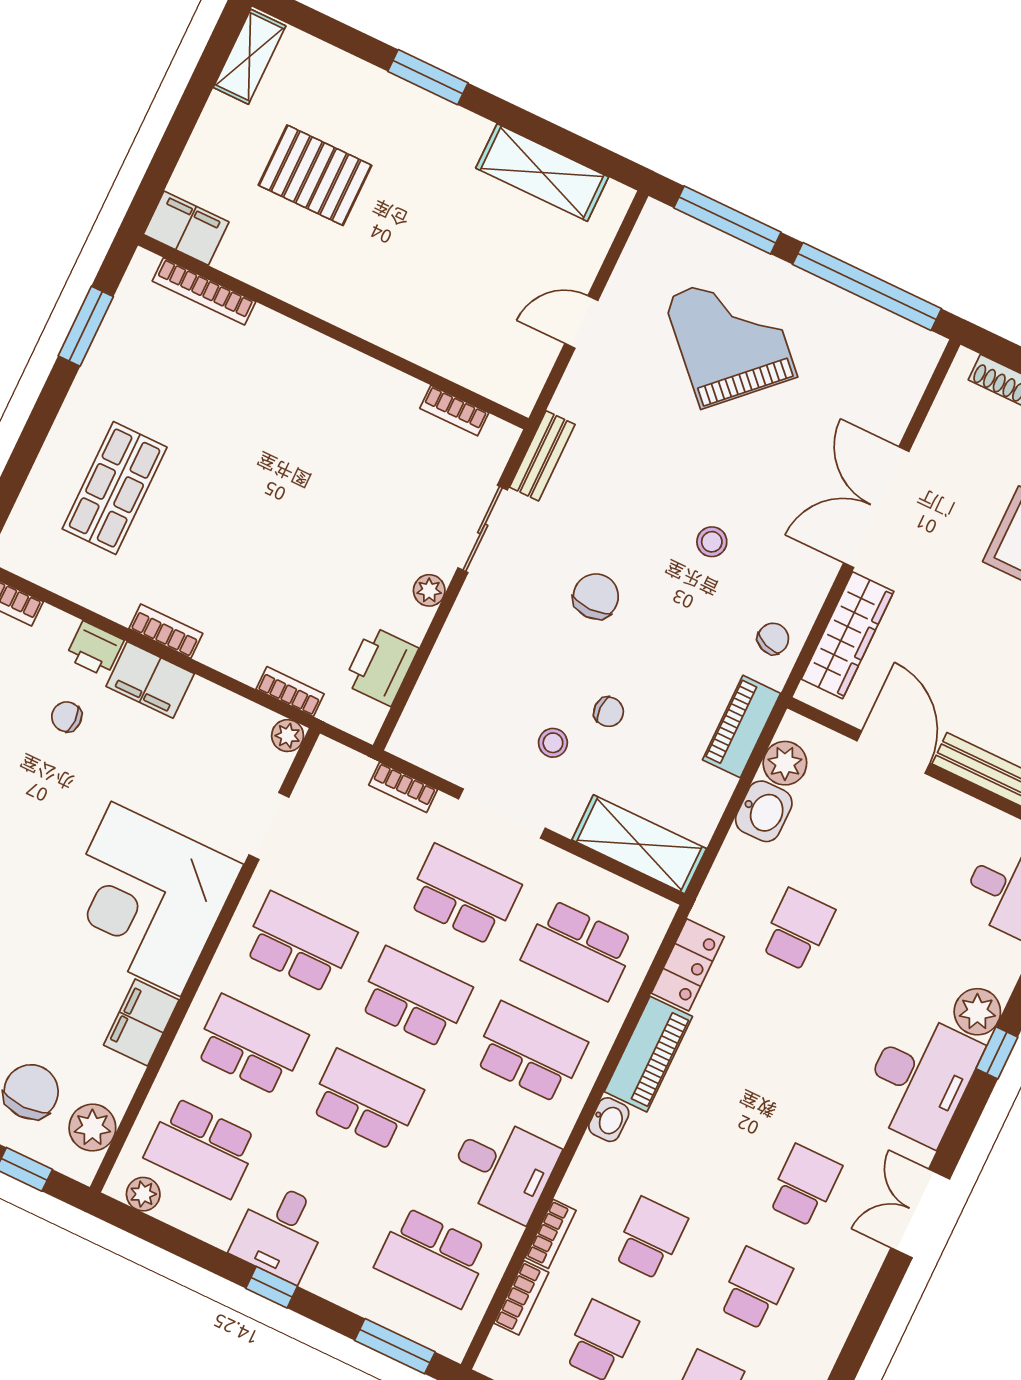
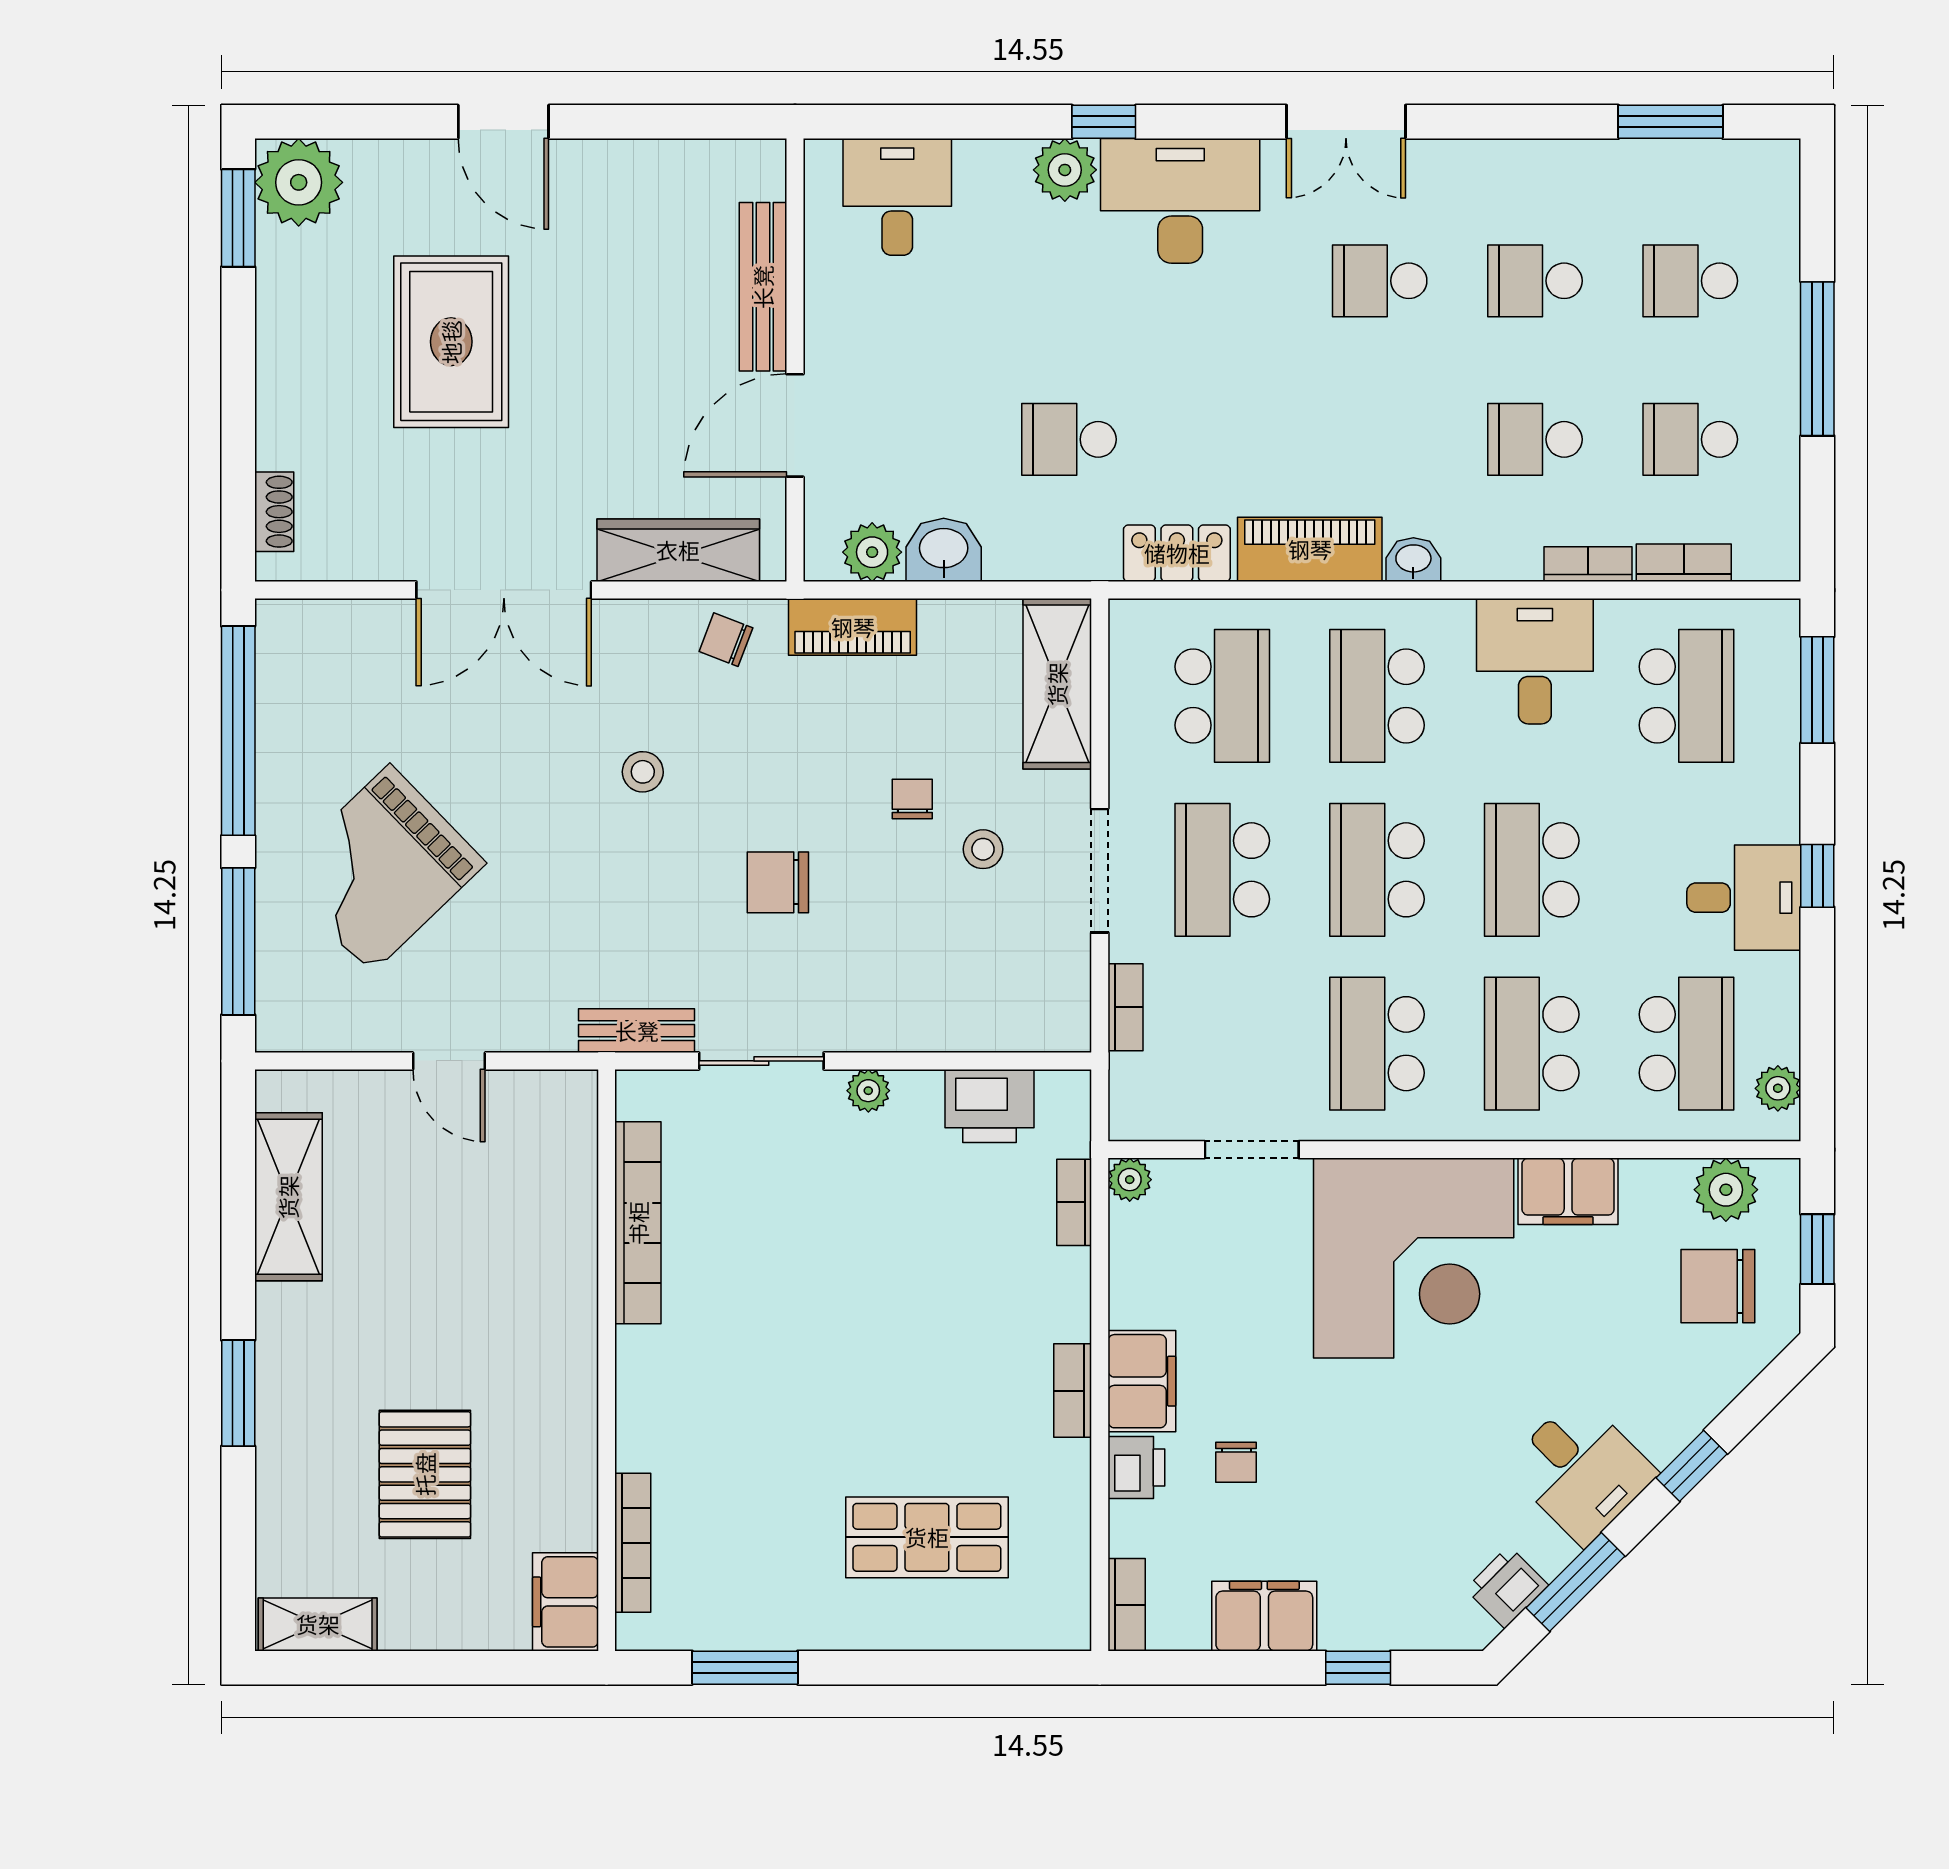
bookcase: (454, 410) -> (638, 1223), width x2.31, depth x1.31

